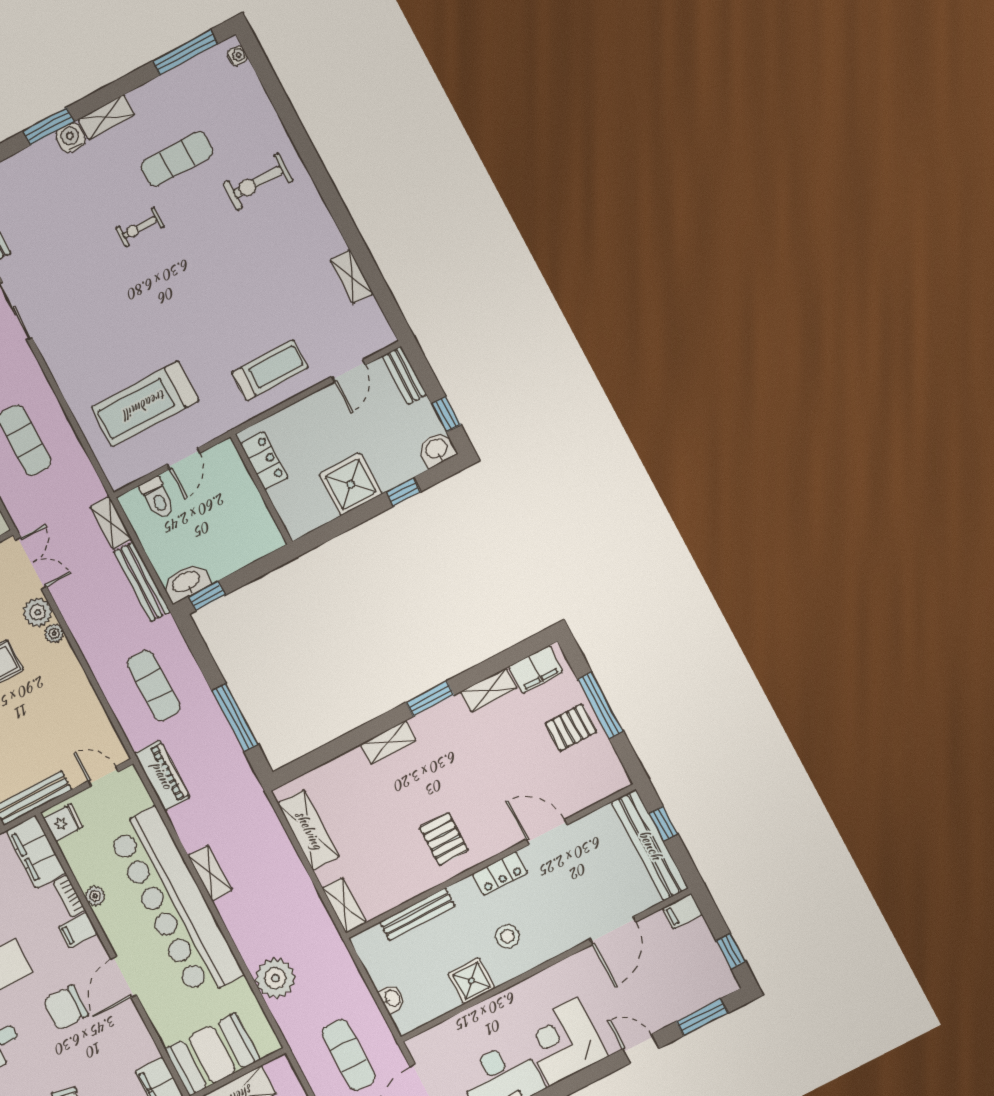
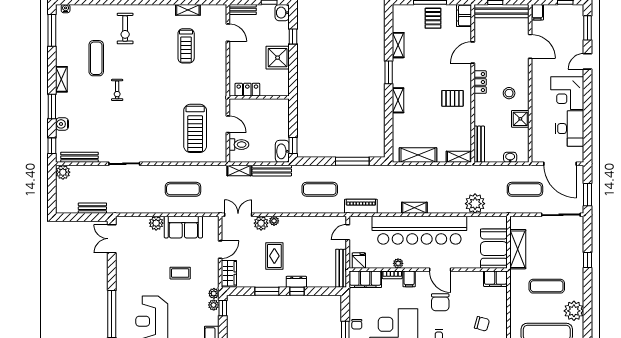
water cooler: (71, 138) -> (62, 124), moved
treadmill: (270, 370) -> (186, 46), moved, turned 180
filing cabinet: (536, 669) -> (464, 15), moved, turned 180
bench: (417, 914) -> (479, 144), moved

